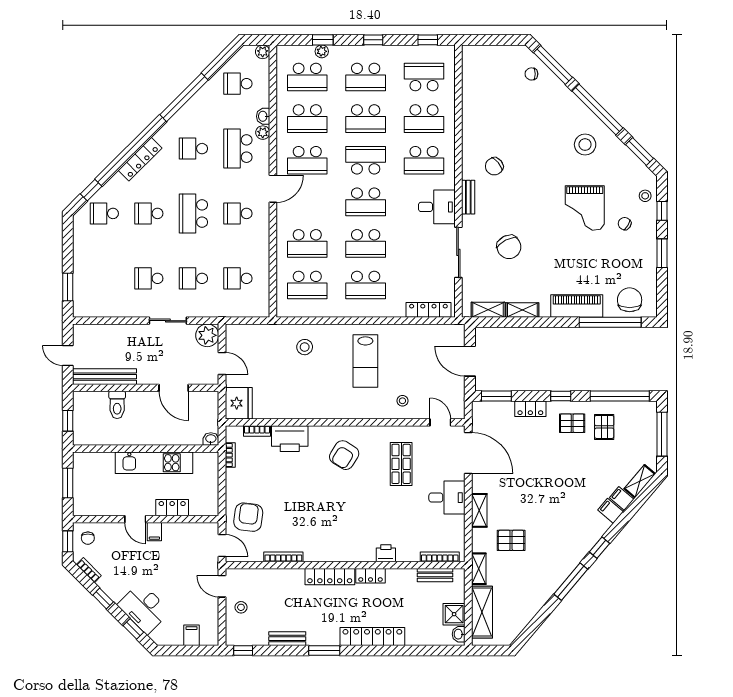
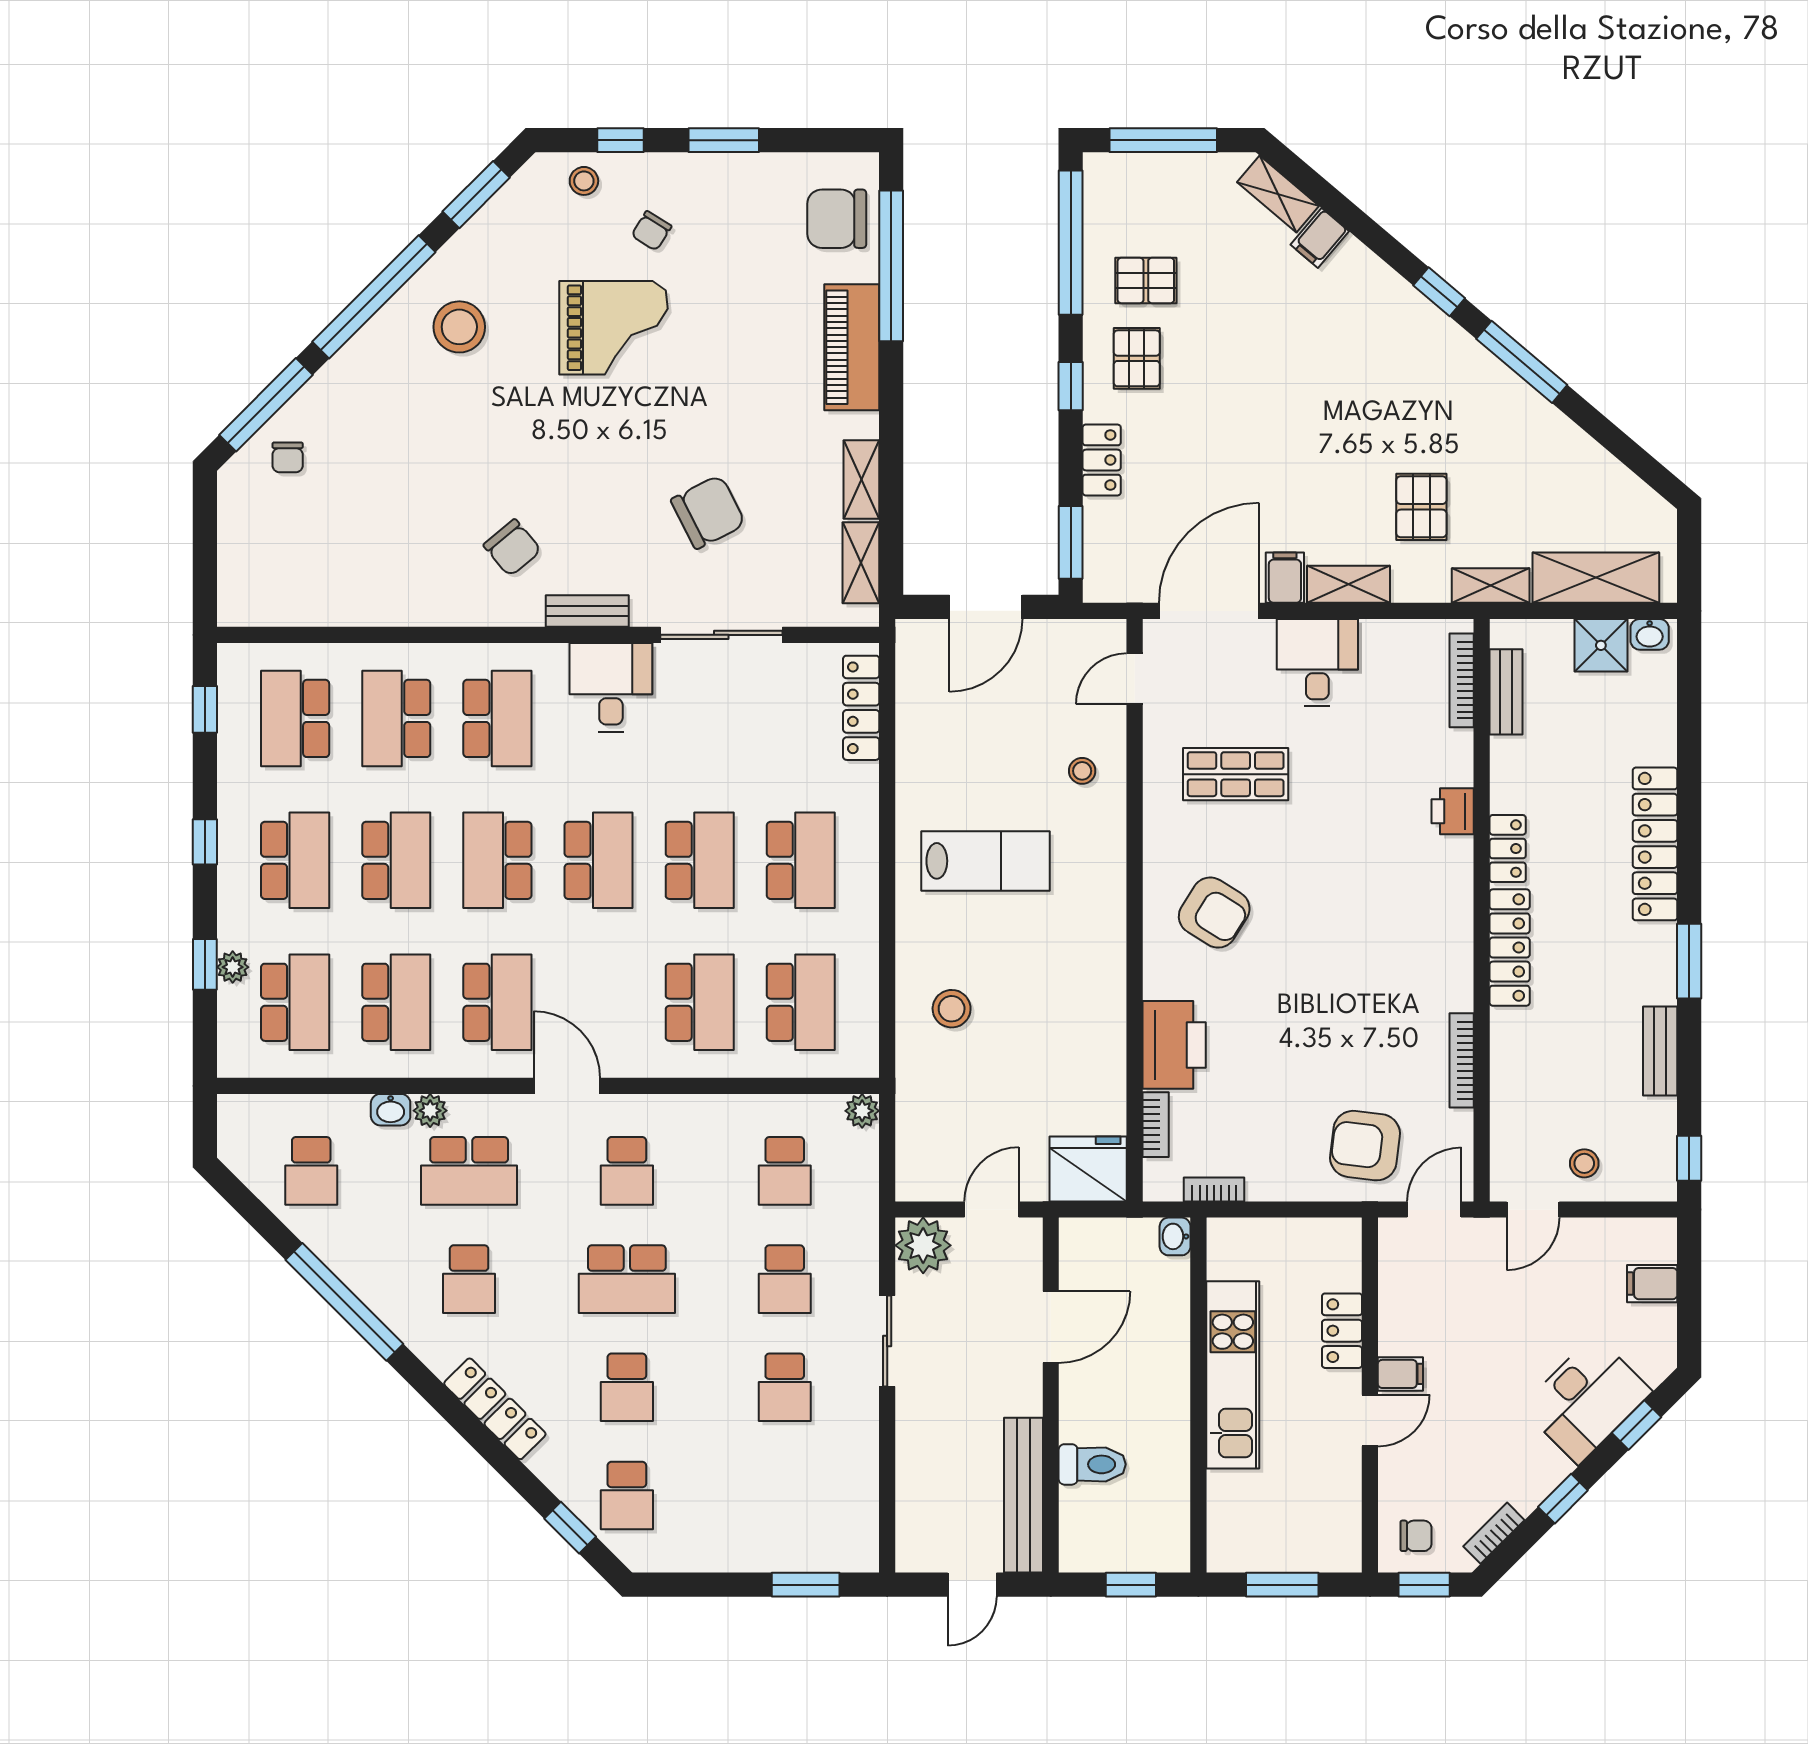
plant: (263, 52) -> (862, 1111), moved
school desk: (424, 119) -> (396, 718), turned 180
filing cabinet: (611, 511) -> (1285, 578), moved, turned 140

